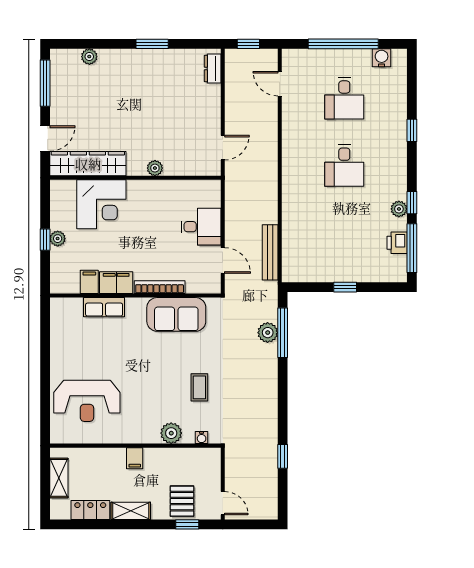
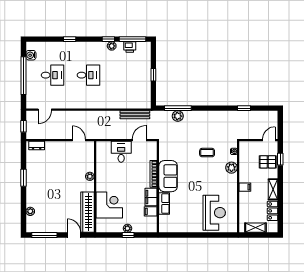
sofa: (176, 314) -> (168, 176), moved

